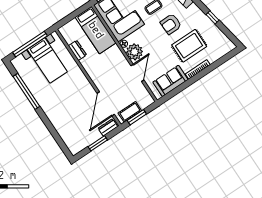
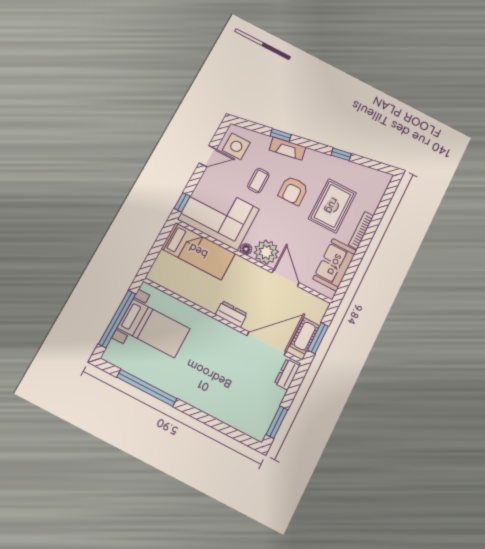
dresser: (77, 50) -> (231, 314), moved
door: (106, 104) -> (267, 343), swing flipped
window: (98, 143) -> (277, 422), moved

